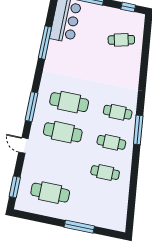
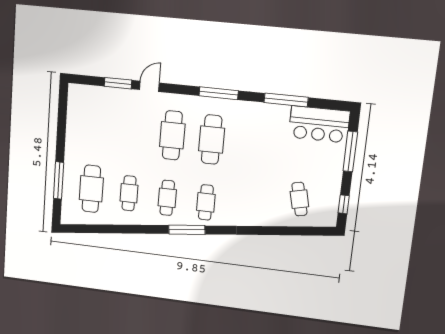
window: (32, 107) -> (219, 93), moved
window: (15, 187) -> (118, 83), moved
cafe table: (50, 193) -> (91, 189), moved
window: (79, 227) -> (59, 180), moved

